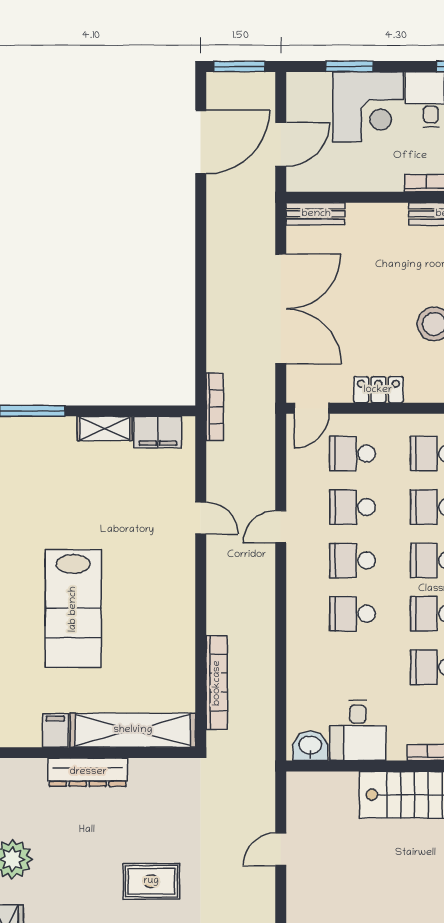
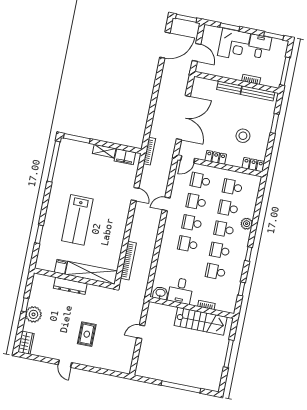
door: (281, 144) -> (196, 52), hinge flipped
bench: (316, 214) -> (229, 88), moved
rug: (151, 881) -> (87, 334), turned 90

